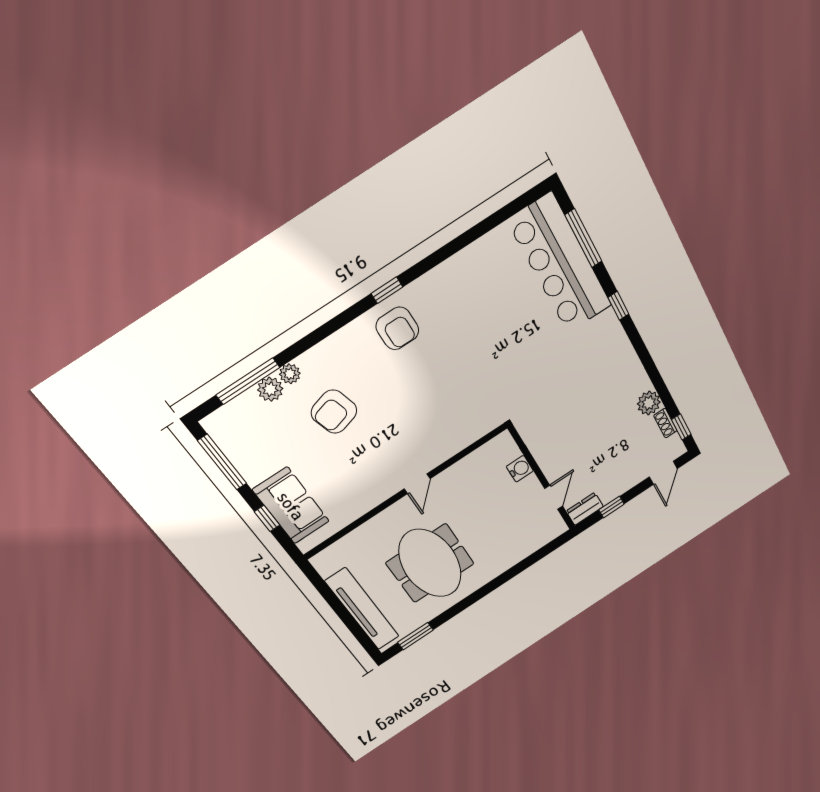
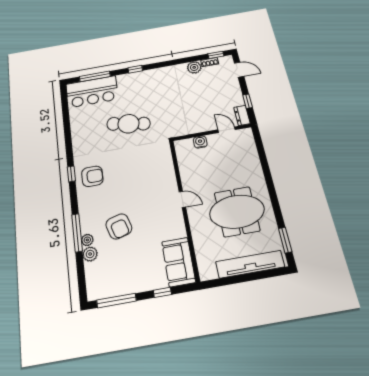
bar counter: (560, 264) -> (92, 92), width x0.73
cafe table: (513, 343) -> (128, 124), added
window: (248, 381) -> (77, 233), moved
sofa: (291, 506) -> (179, 262), moved, turned -90

